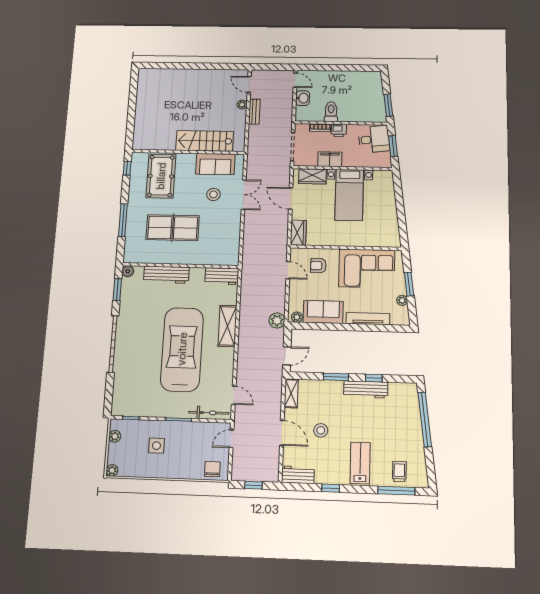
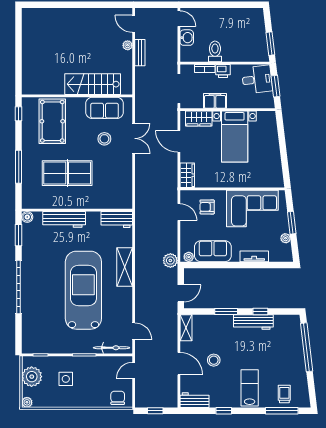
tv unit: (368, 319) -> (254, 256), width x0.71
plant: (115, 436) -> (32, 377), width x1.88, depth x1.88

